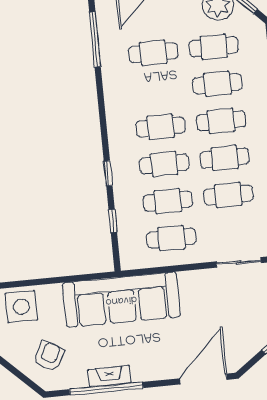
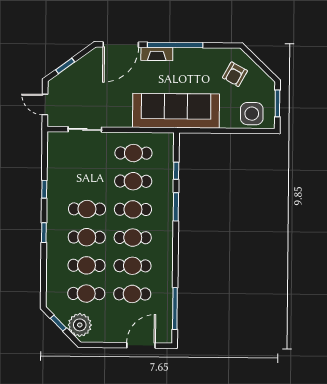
window: (108, 173) -> (176, 207), width x1.50
cafe table: (228, 195) -> (132, 266), moved
fireplace: (109, 376) -> (157, 54), moved
window: (106, 389) -> (175, 45), moved

